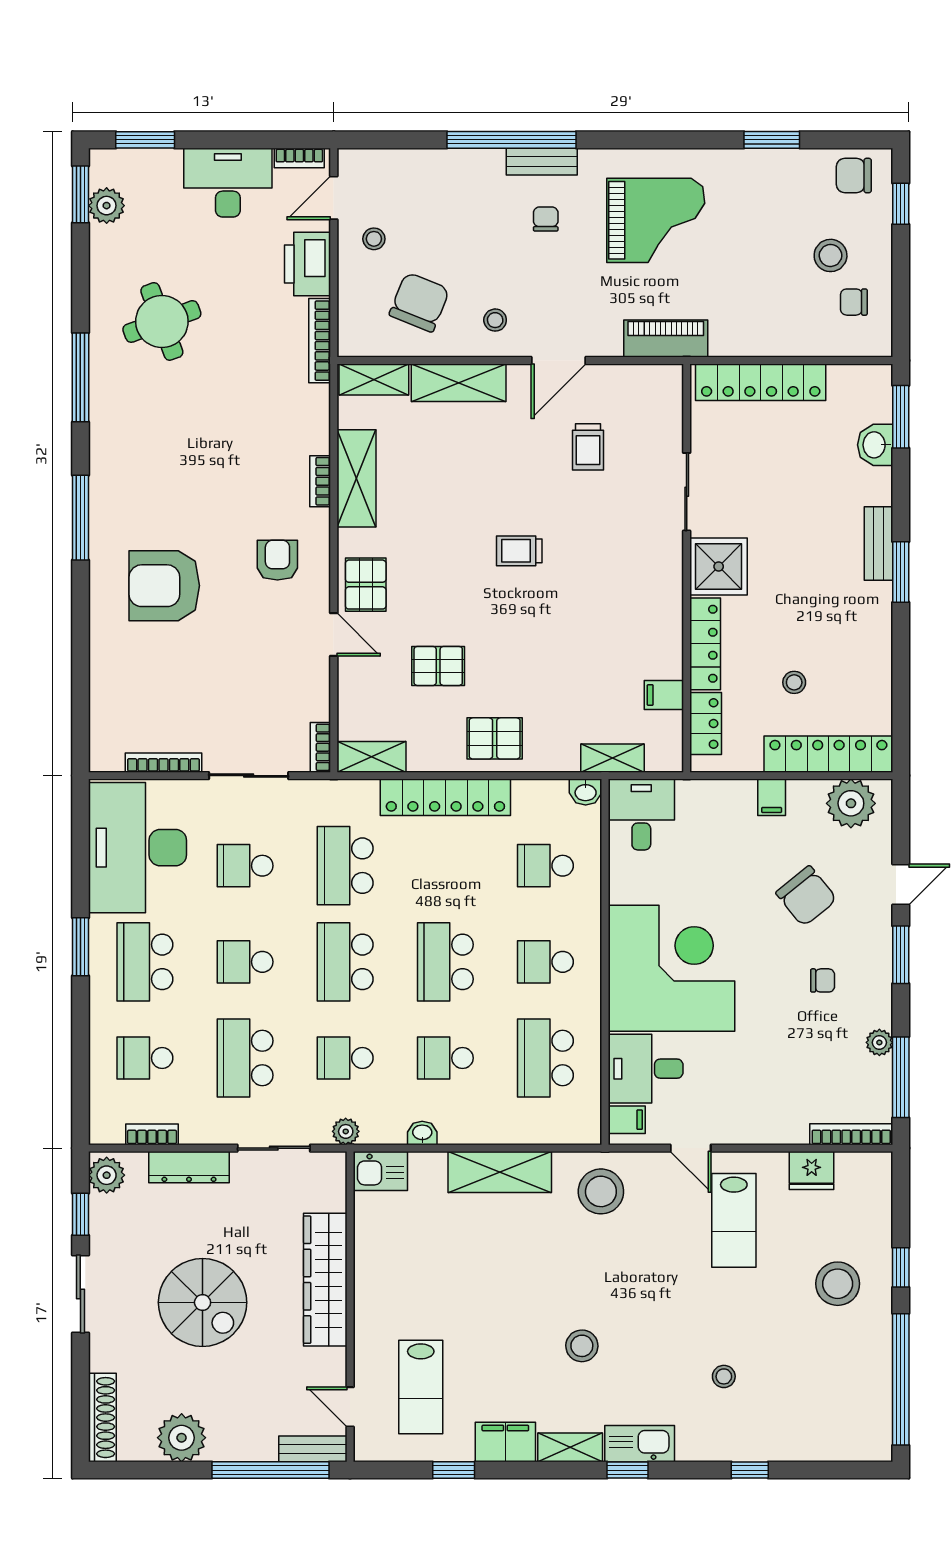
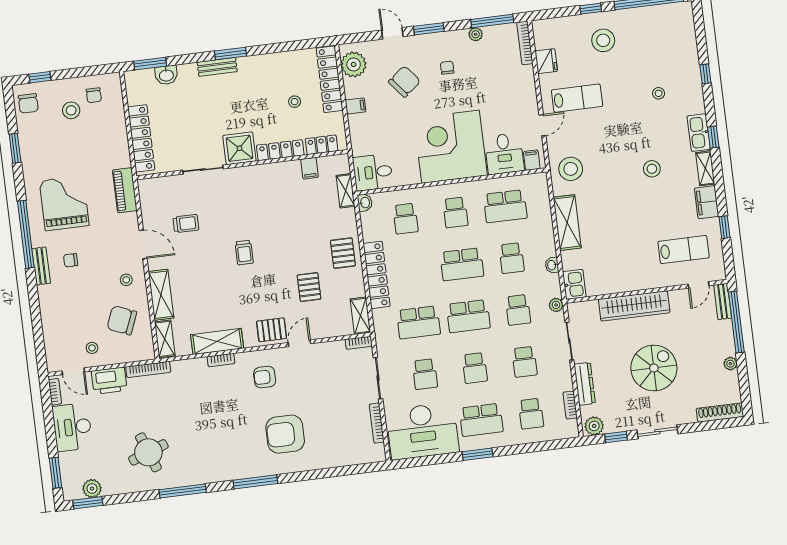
window: (511, 140) -> (26, 234), moved
armchair: (164, 586) -> (285, 434), turned 90
school desk: (245, 1058) -> (525, 362), width x0.54
plant: (182, 1438) -> (730, 364), width x0.53, depth x0.53

